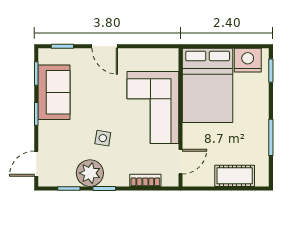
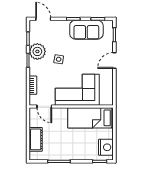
bed: (208, 85) -> (91, 118), width x0.67

